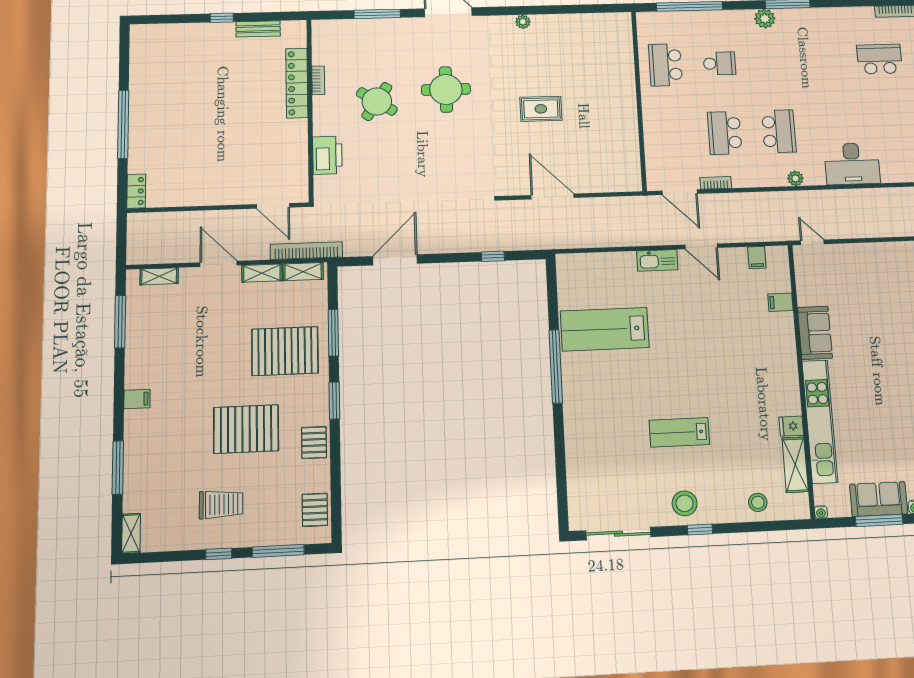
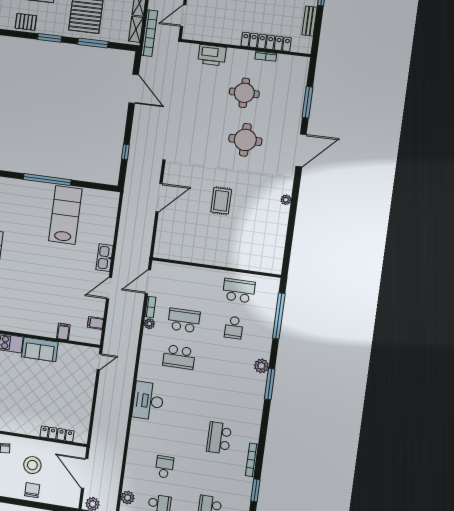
school desk: (879, 59) -> (219, 438), turned 180
round table: (377, 101) -> (244, 93), turned -33
plant: (795, 178) -> (149, 324), moved

